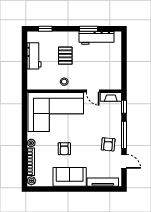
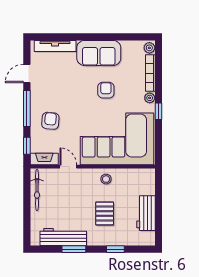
window: (45, 29) -> (115, 249), moved
bicycle: (116, 73) -> (37, 190), added
window: (25, 133) -> (158, 111), added
armchair: (108, 144) -> (50, 121), moved
door: (124, 161) -> (27, 73), hinge flipped

